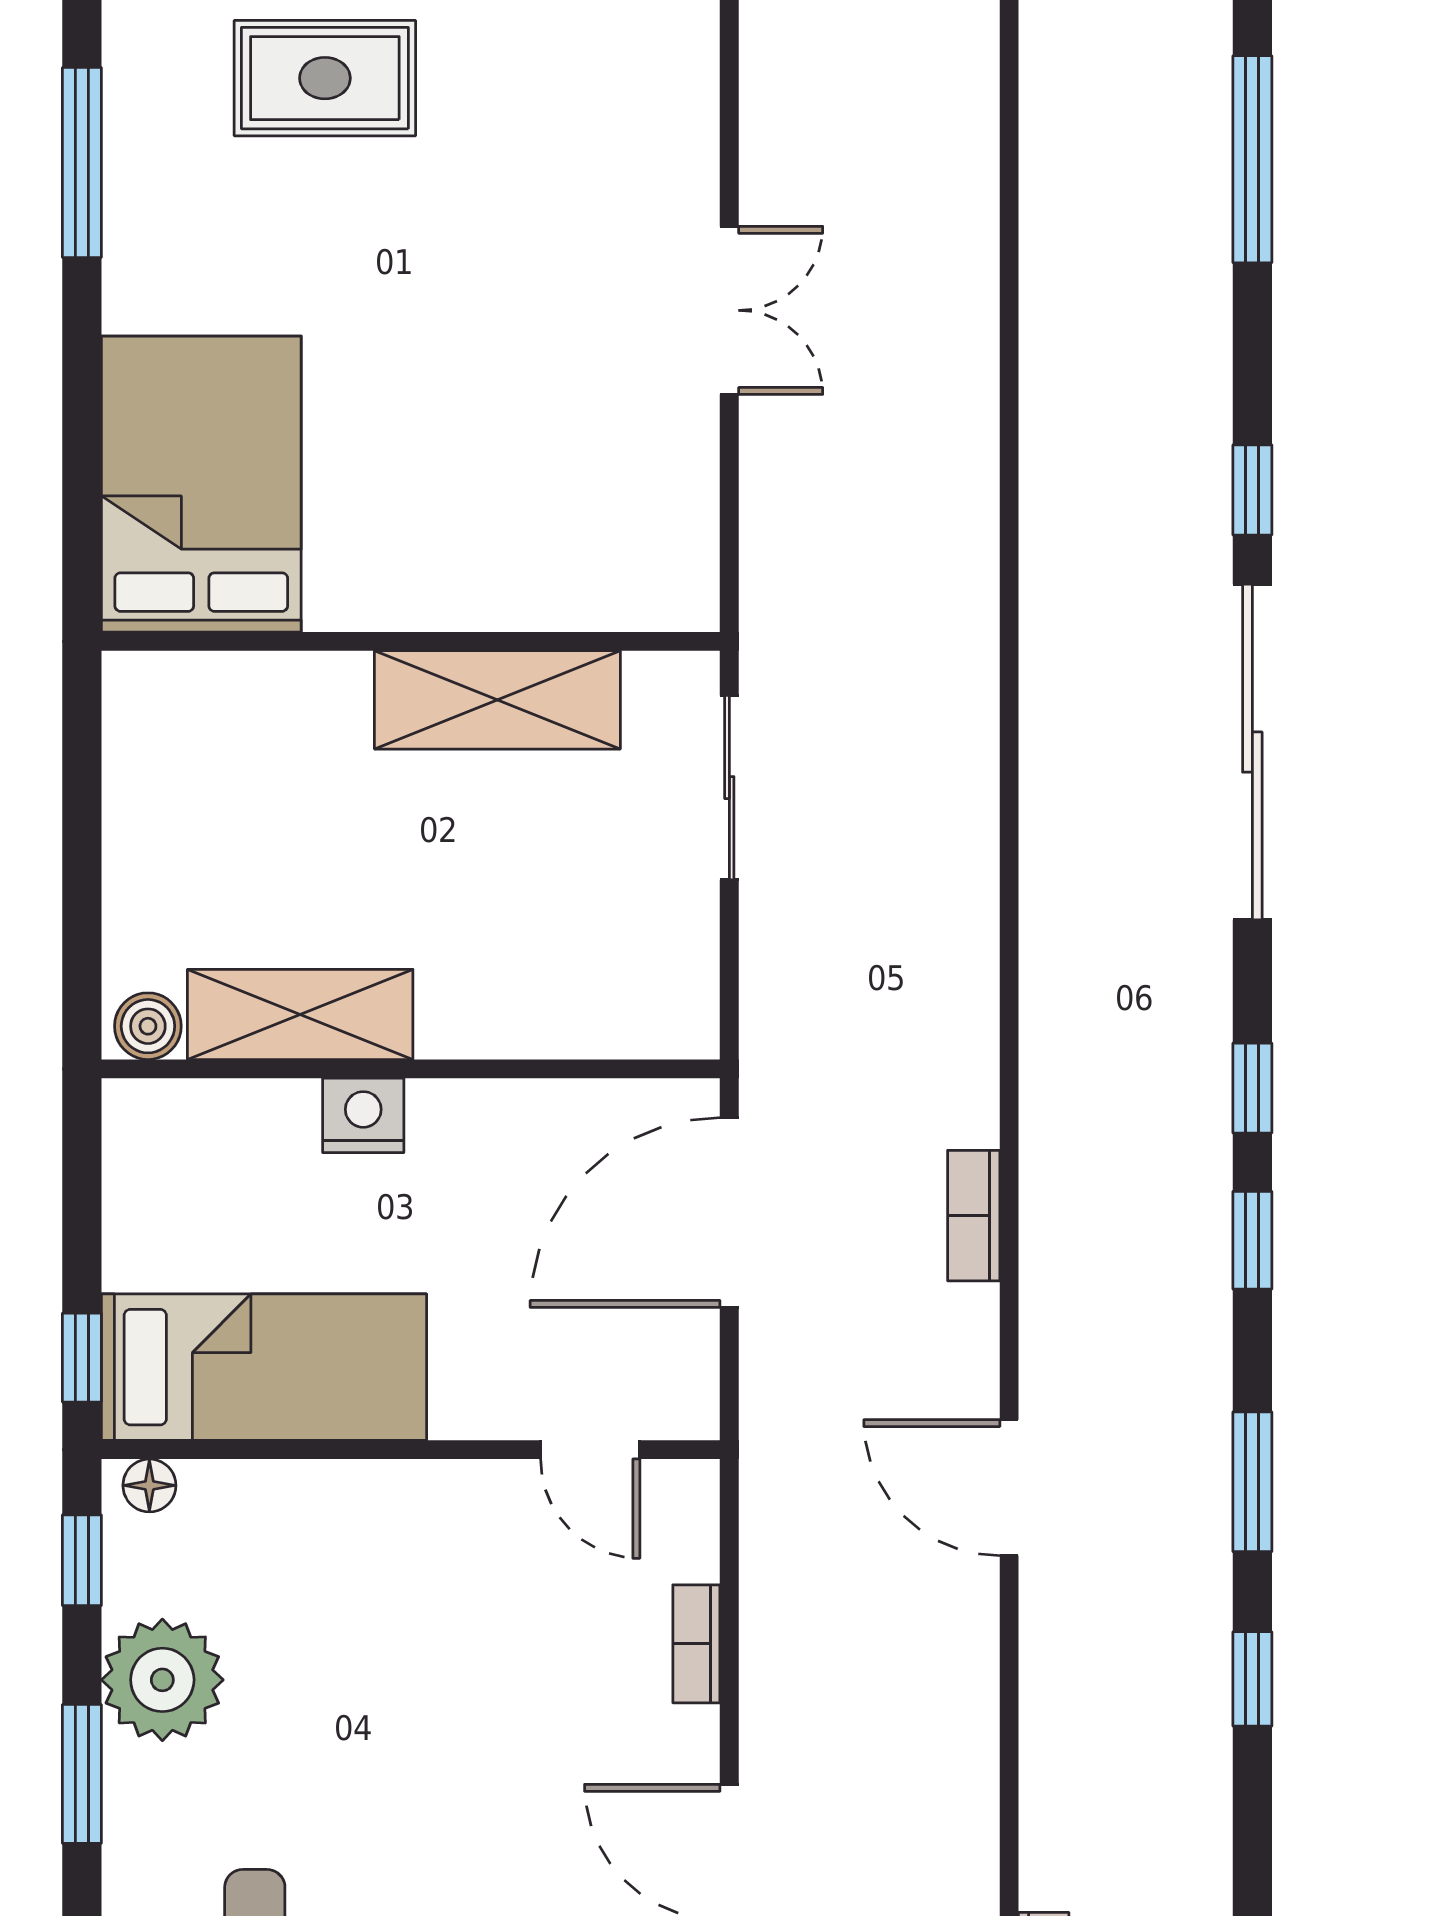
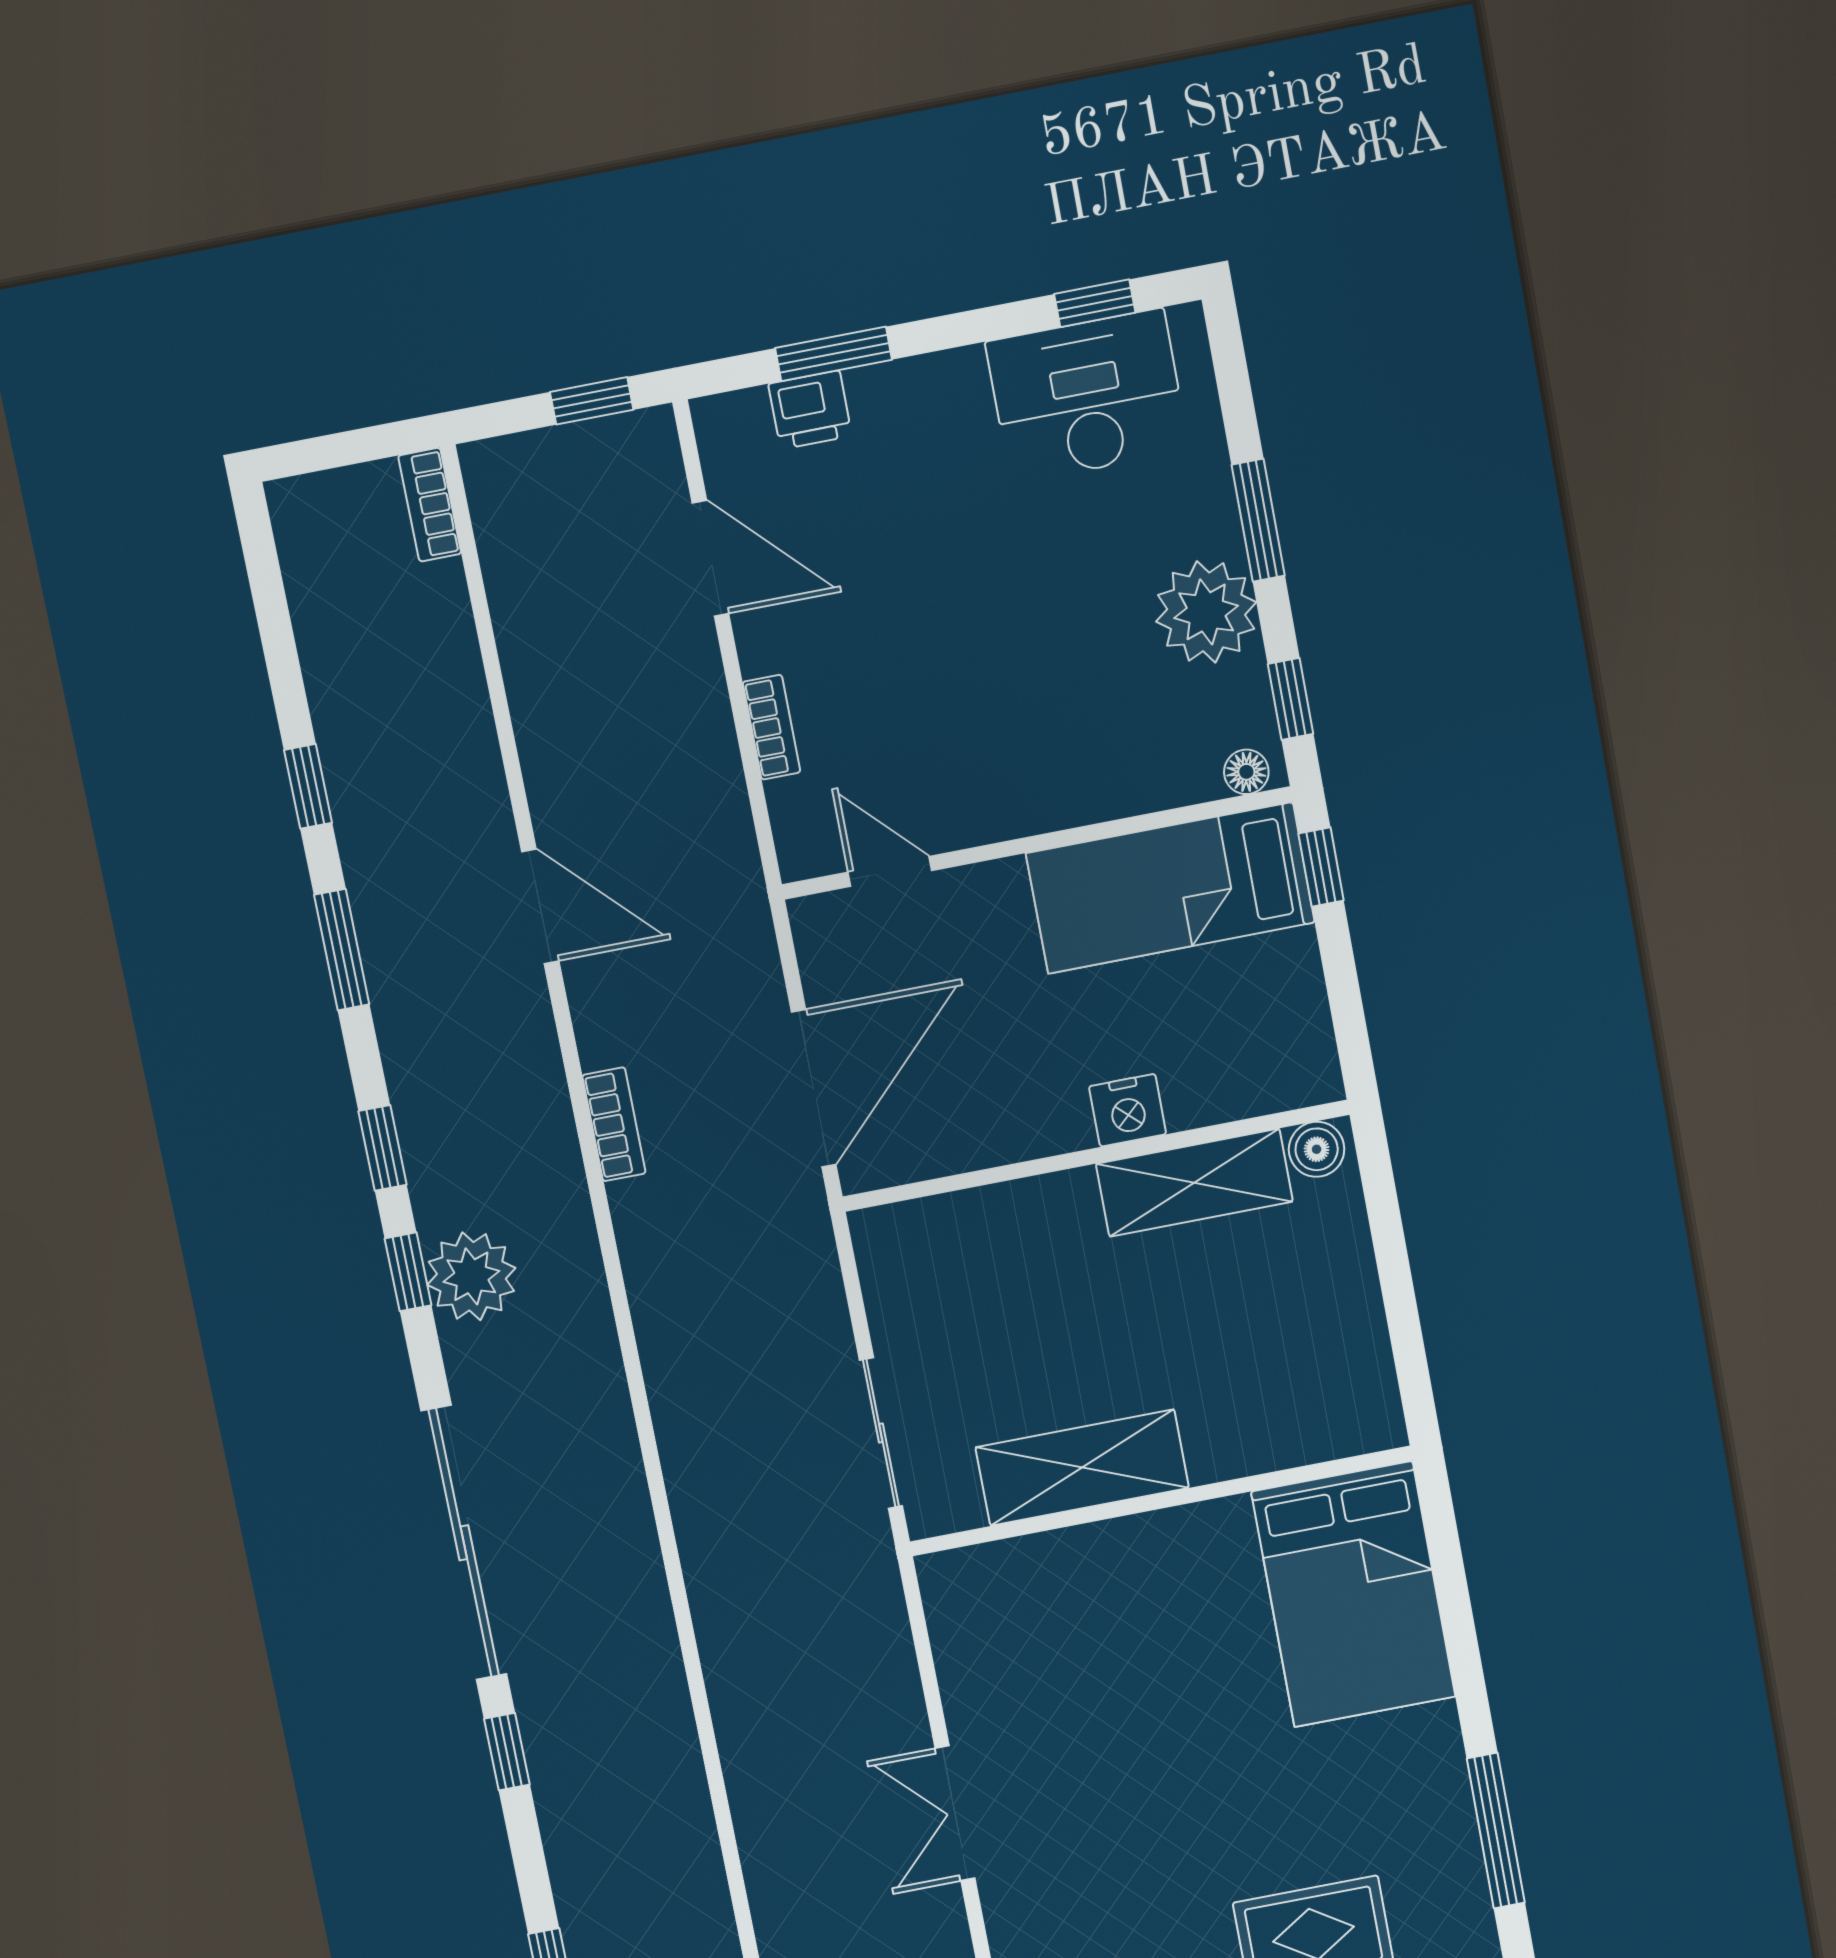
plant: (1178, 1068) -> (471, 1276), added

